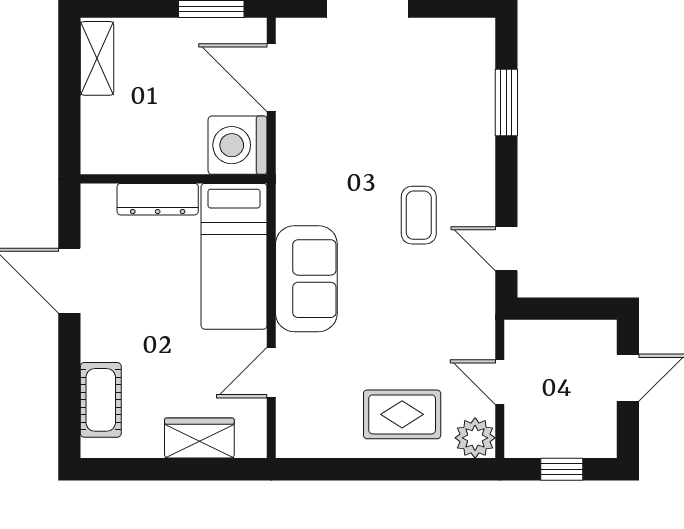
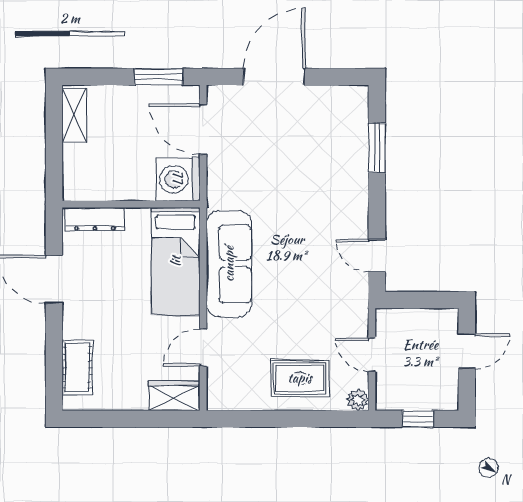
dresser: (158, 199) -> (95, 219), moved
coffee table: (419, 215) -> (312, 231), removed
sofa: (306, 279) -> (229, 264), width x1.36
wardrobe: (199, 438) -> (174, 396), moved
plant: (475, 438) -> (358, 400), width x0.73, depth x0.73

